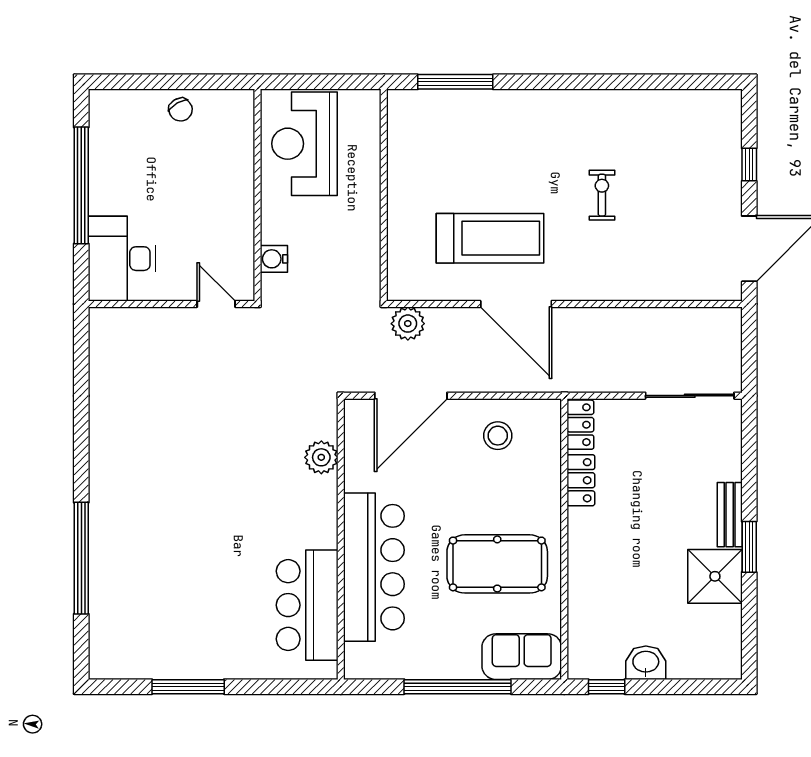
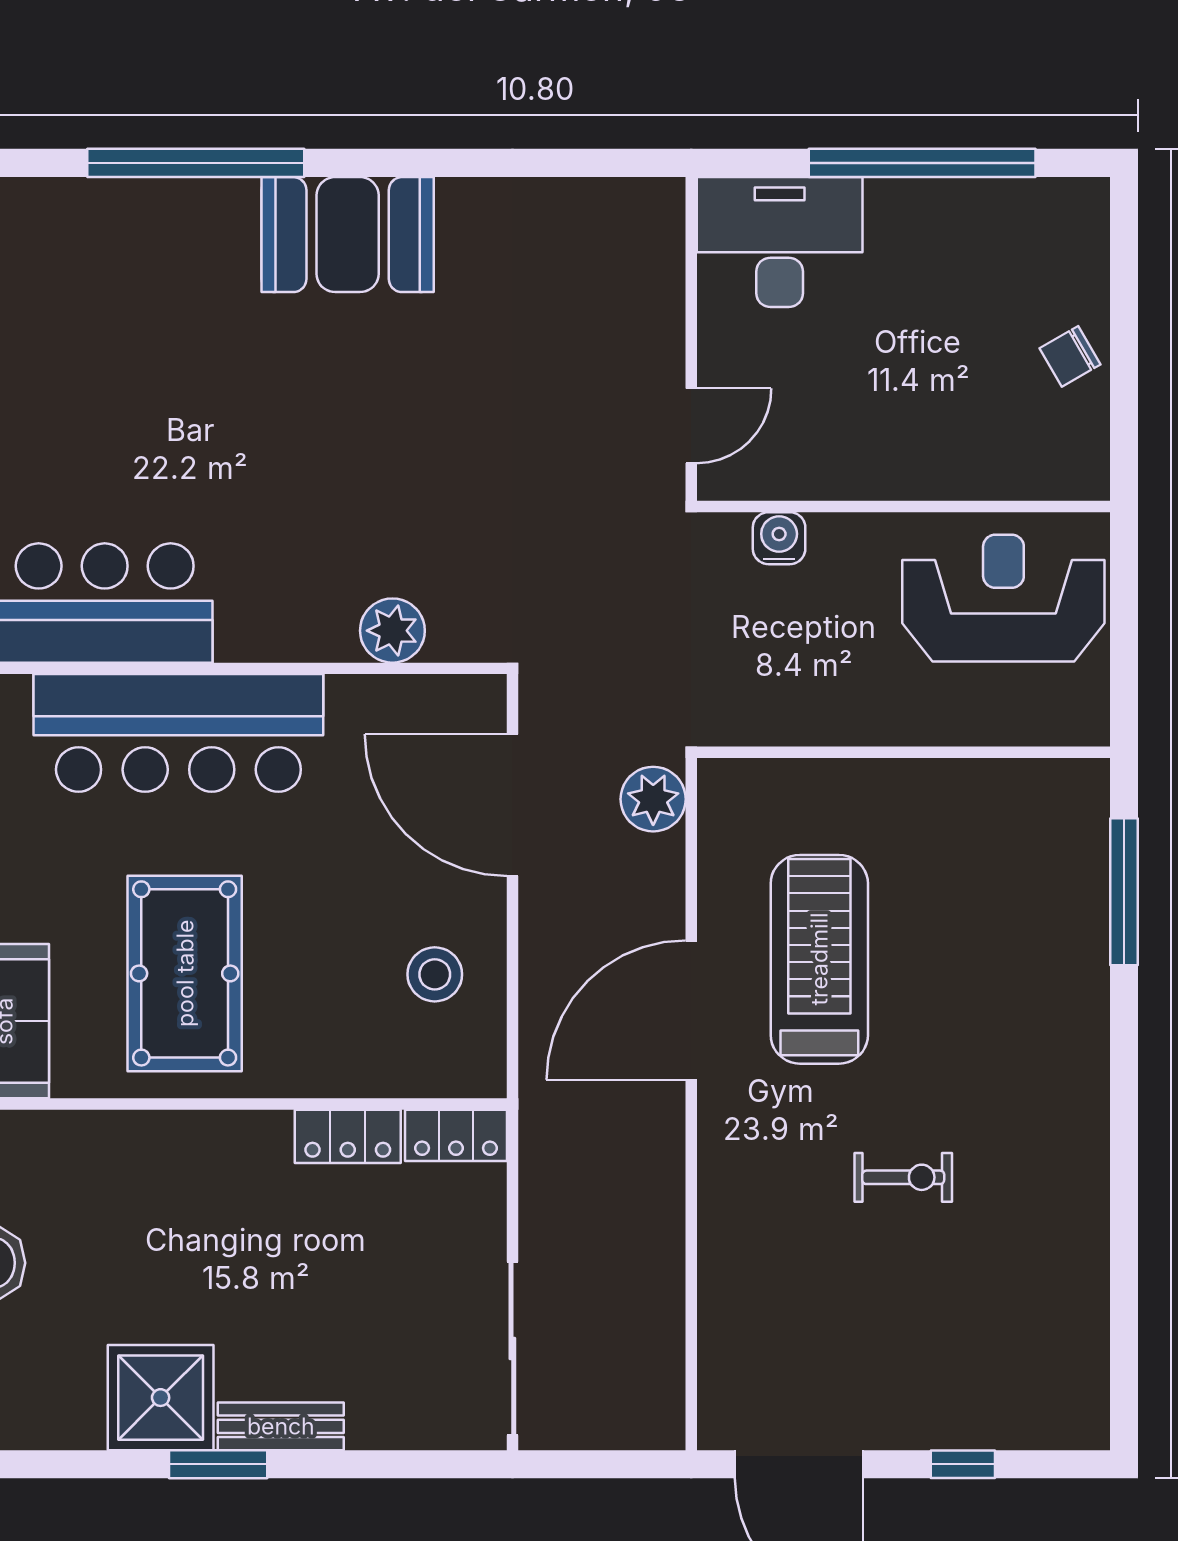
treadmill: (490, 238) -> (819, 959), turned 180
booth: (118, 480) -> (348, 235), added

